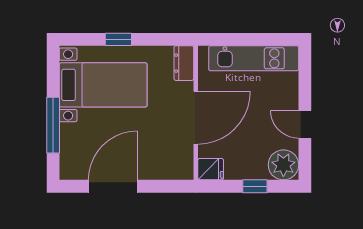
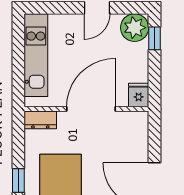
door: (196, 118) -> (91, 109), hinge flipped
window: (255, 186) -> (154, 38), moved

